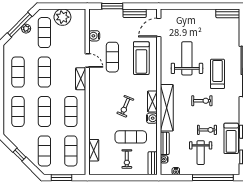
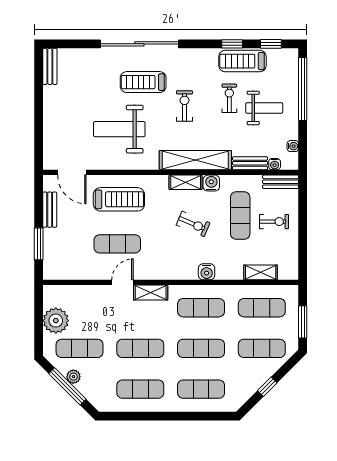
water cooler: (94, 36) -> (207, 272), moved
treadmill: (231, 138) -> (242, 61), turned 180

